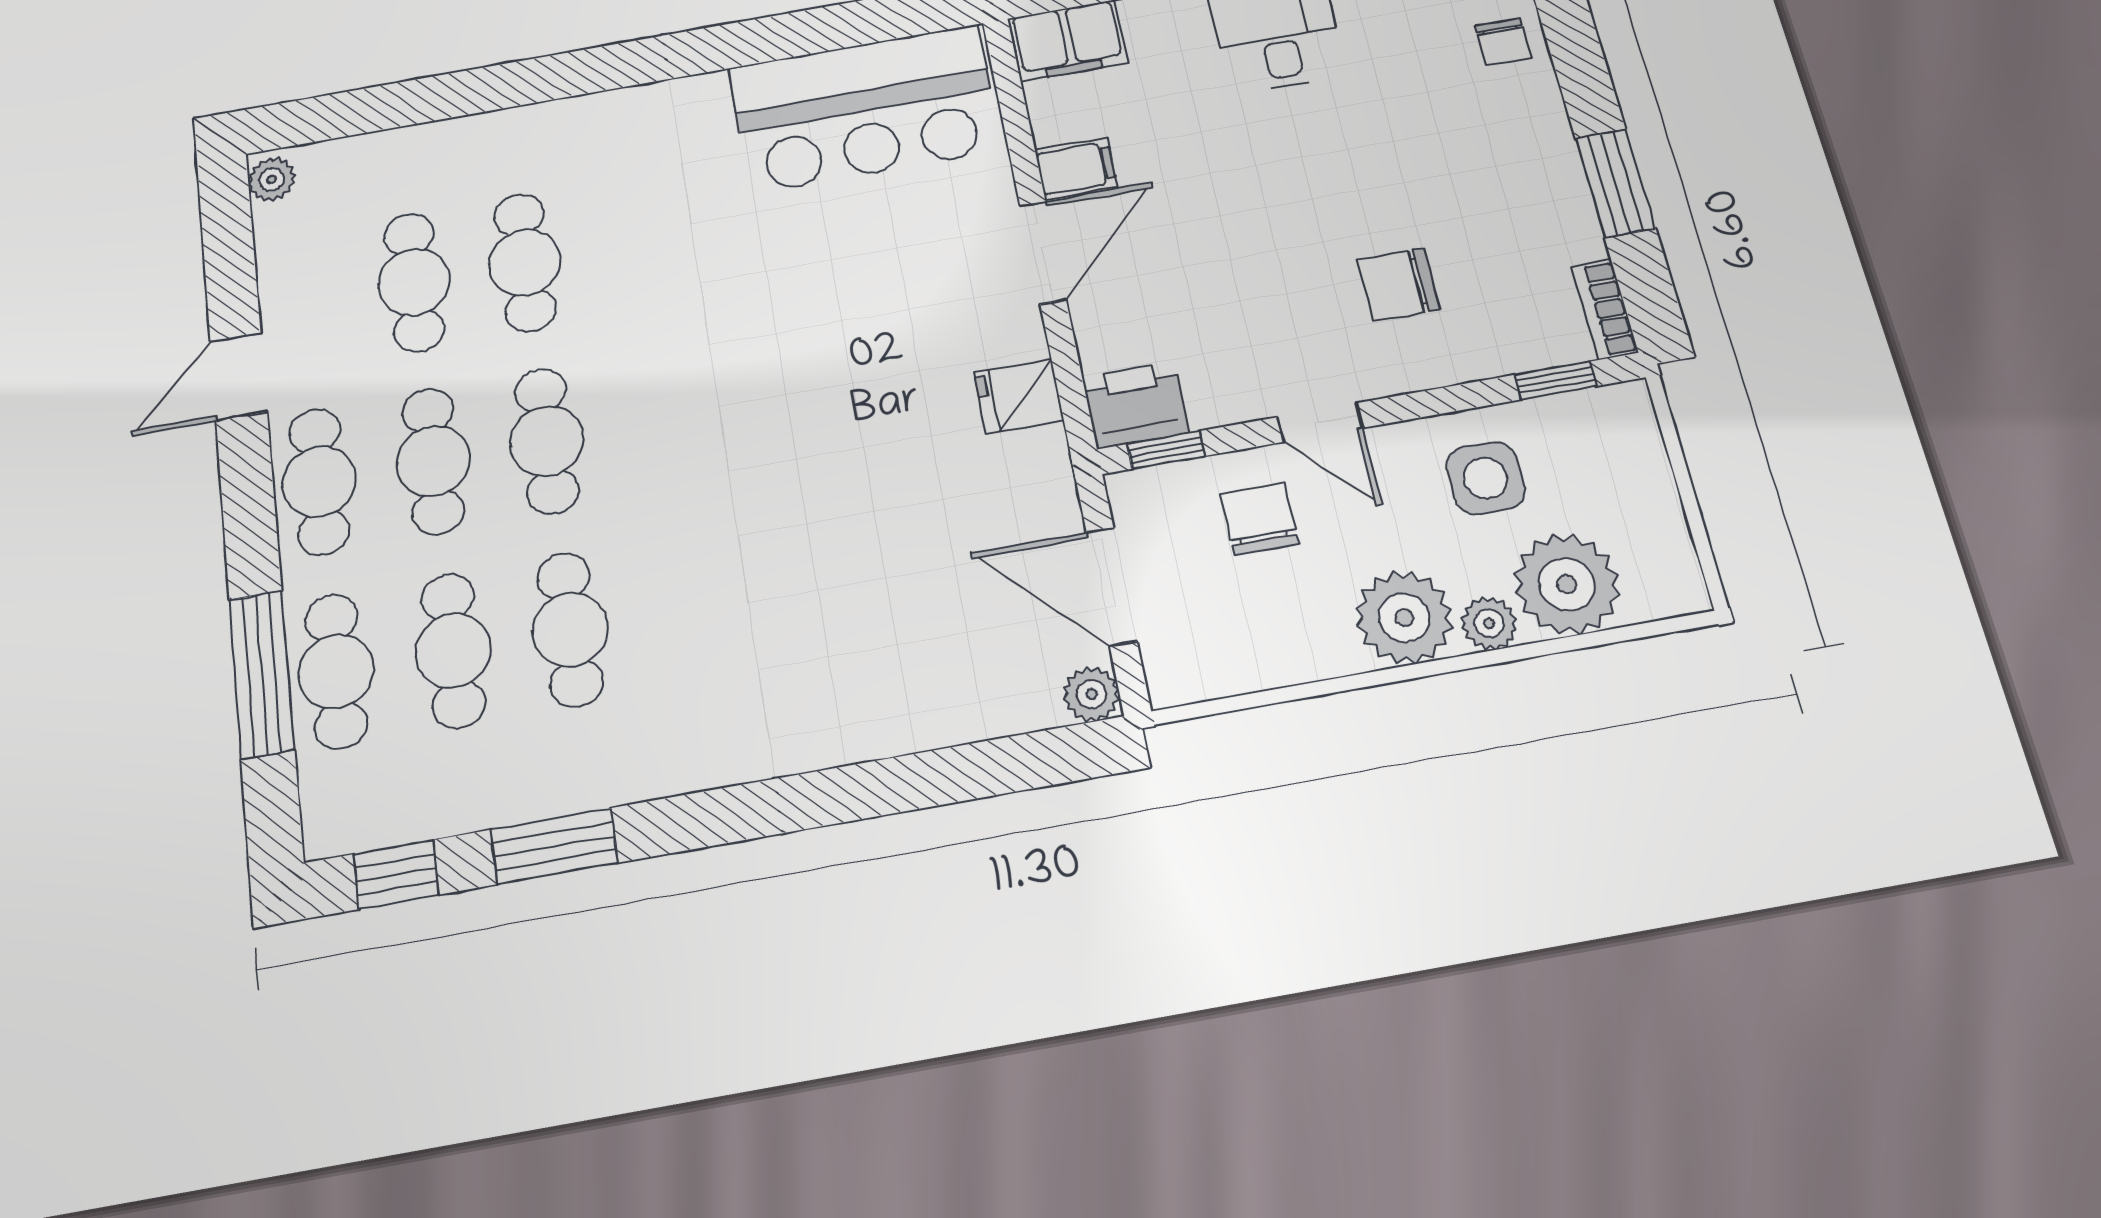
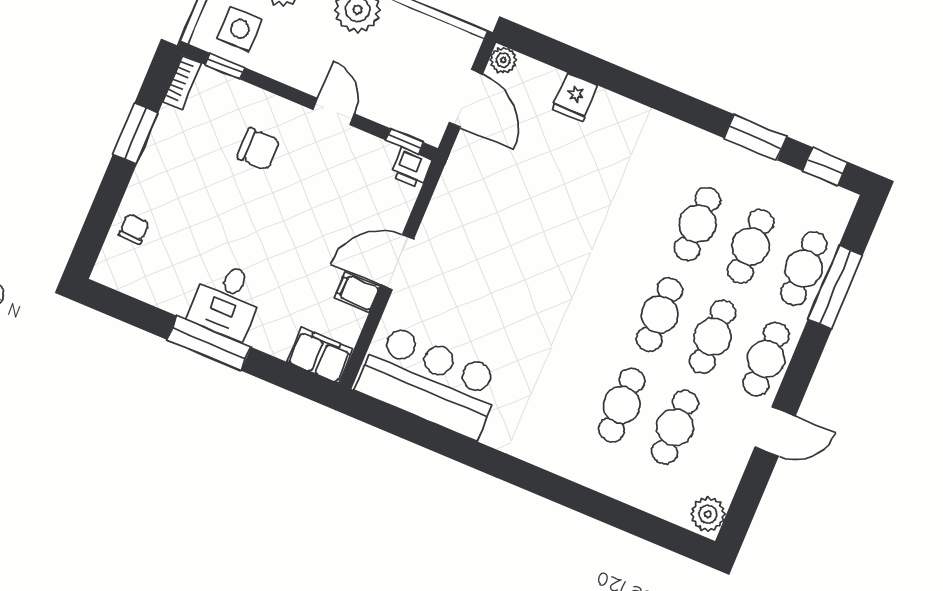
plant: (272, 179) -> (708, 514), width x1.38, depth x1.38
fridge: (1019, 396) -> (575, 97), moved, turned 90
printer: (1135, 405) -> (411, 168), width x0.73, depth x0.81
side table: (1485, 478) -> (240, 29), moved
chair: (1259, 519) -> (387, 87), removed

